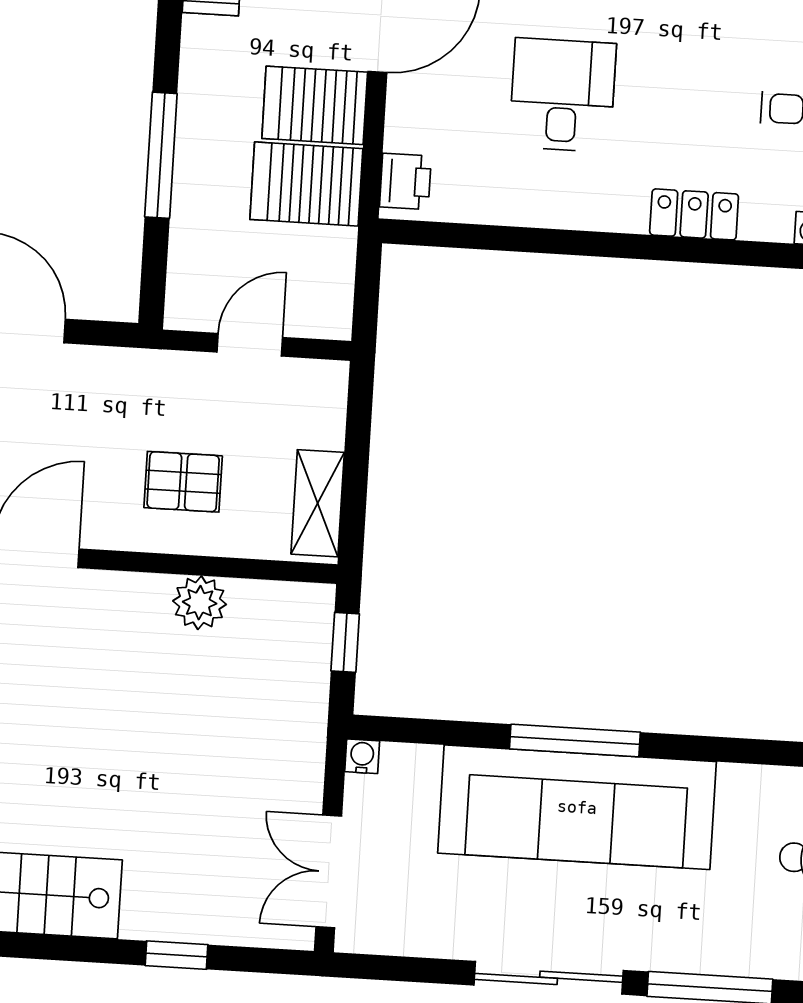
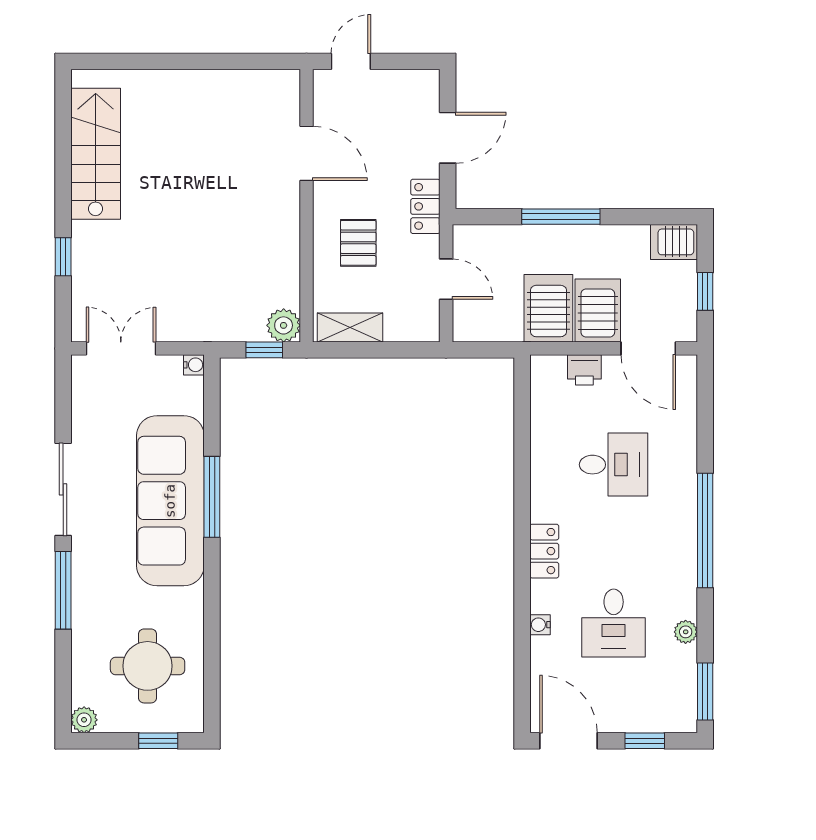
printer: (405, 181) -> (584, 370), moved
locker: (131, 371) -> (425, 206), added
plant: (200, 603) -> (284, 325), moved

